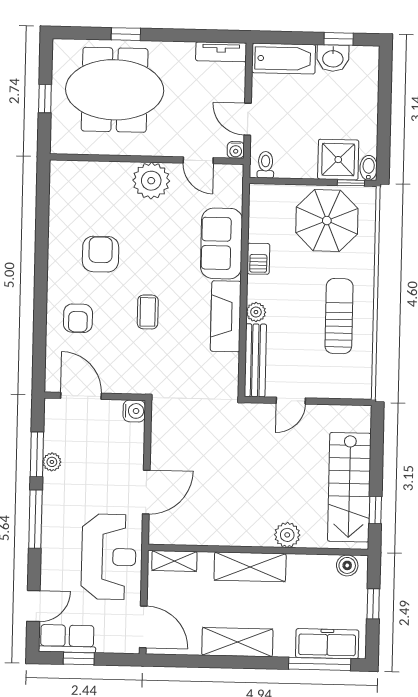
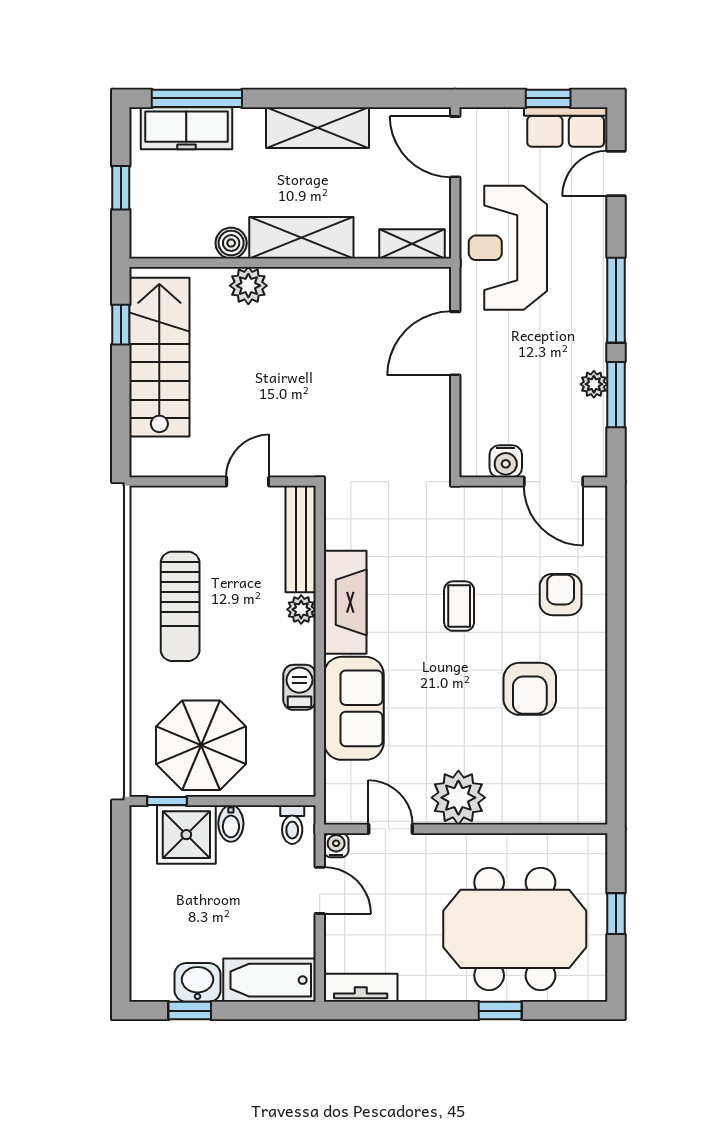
bidet: (369, 168) -> (231, 824), moved
water cooler: (134, 411) -> (506, 461), moved, turned -90
boiler: (347, 565) -> (231, 243), moved

